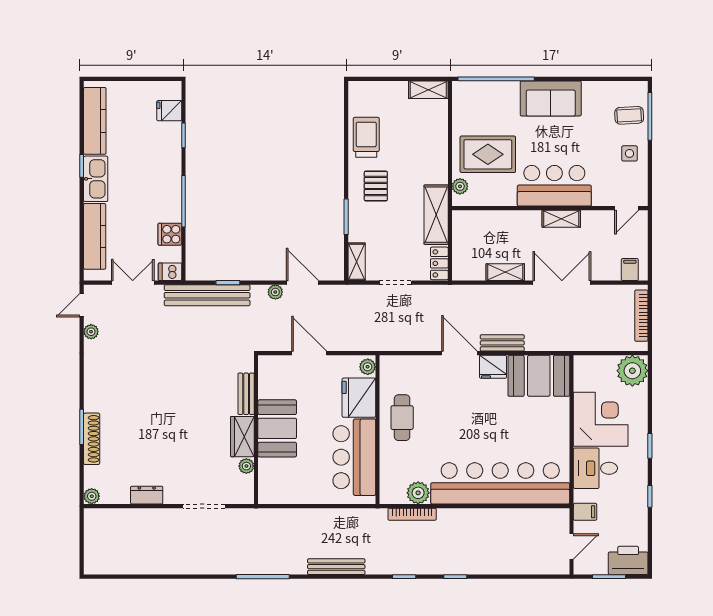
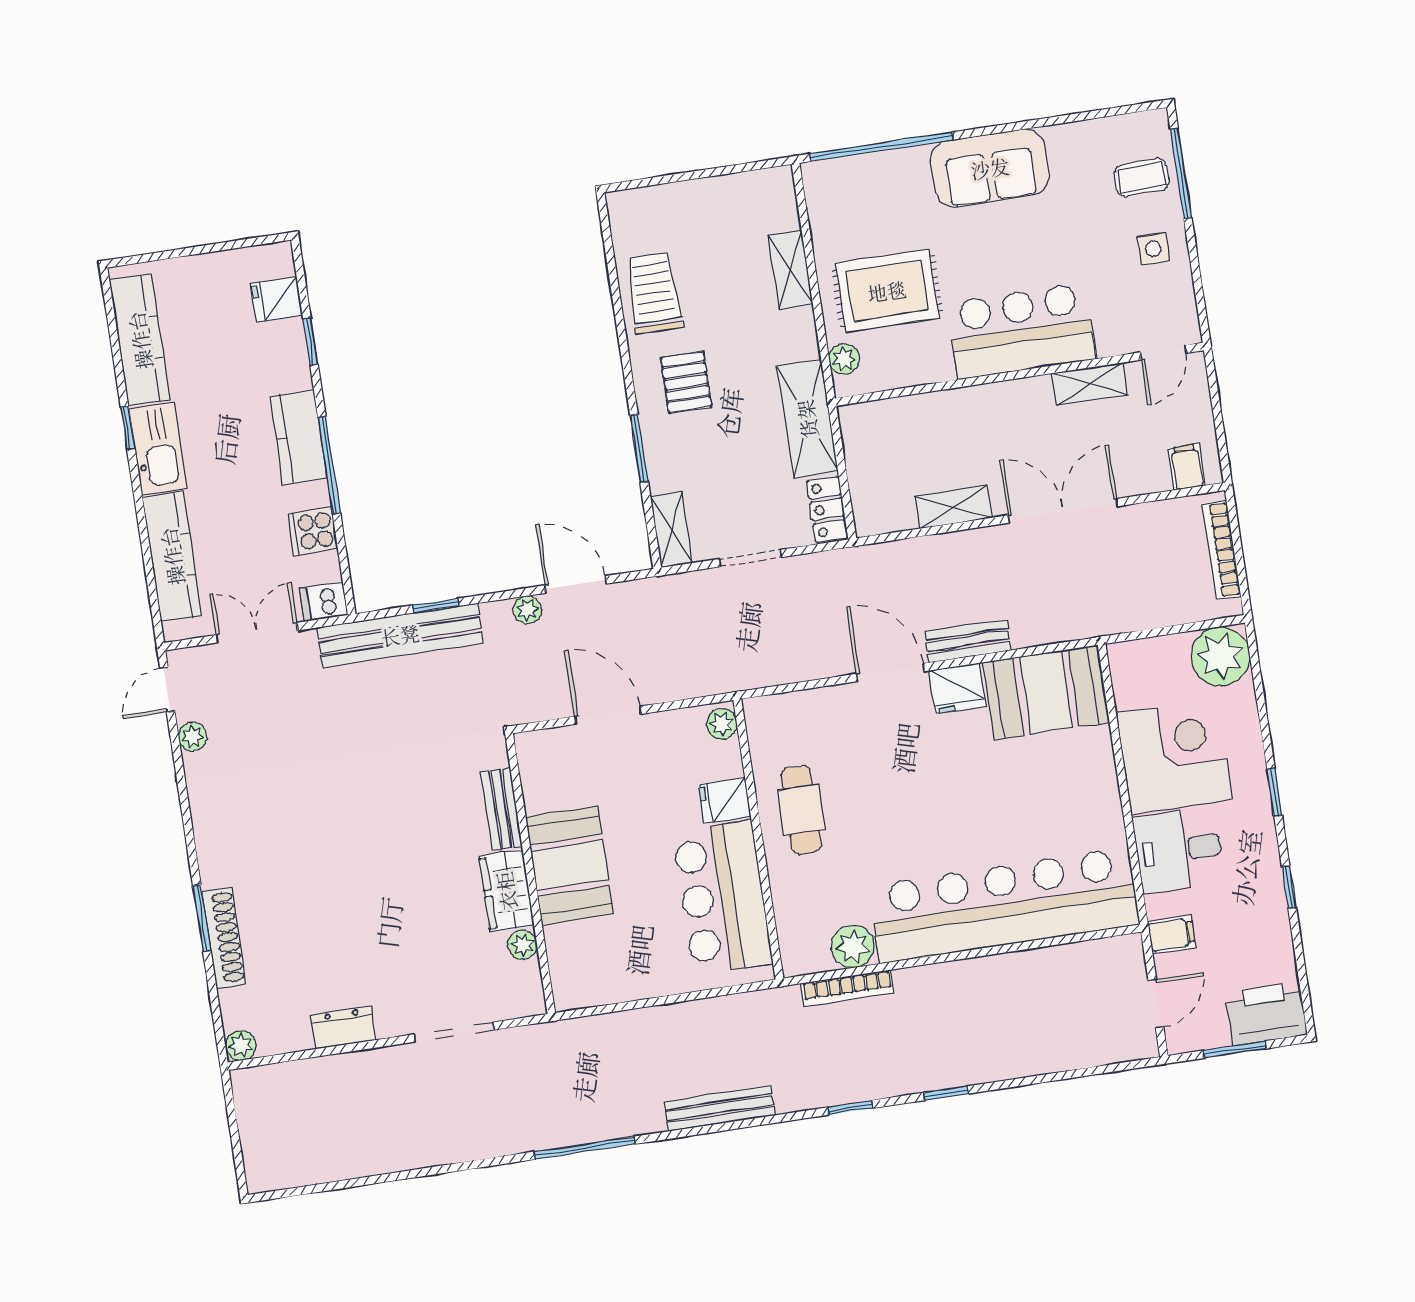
shelving: (428, 90) -> (791, 269), moved, turned 90
kitchen counter: (170, 184) -> (298, 437), added
shelving: (561, 219) -> (1090, 384), moved
fridge: (359, 398) -> (725, 801), width x0.53, depth x0.75

